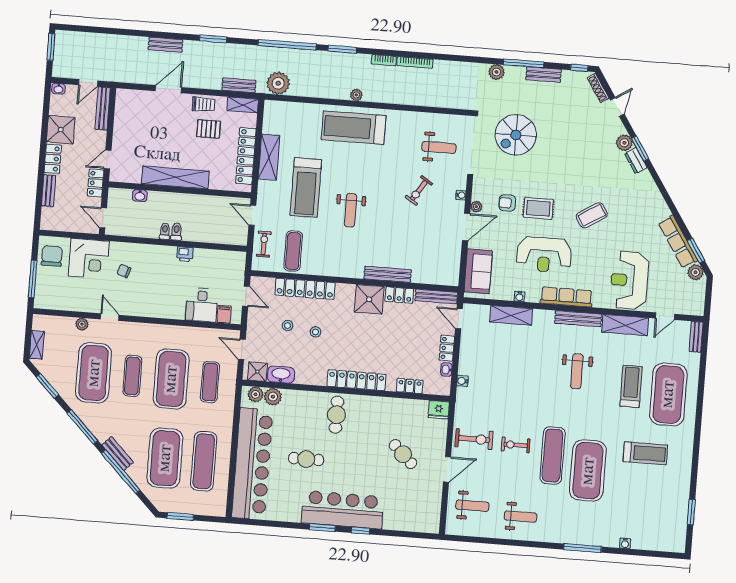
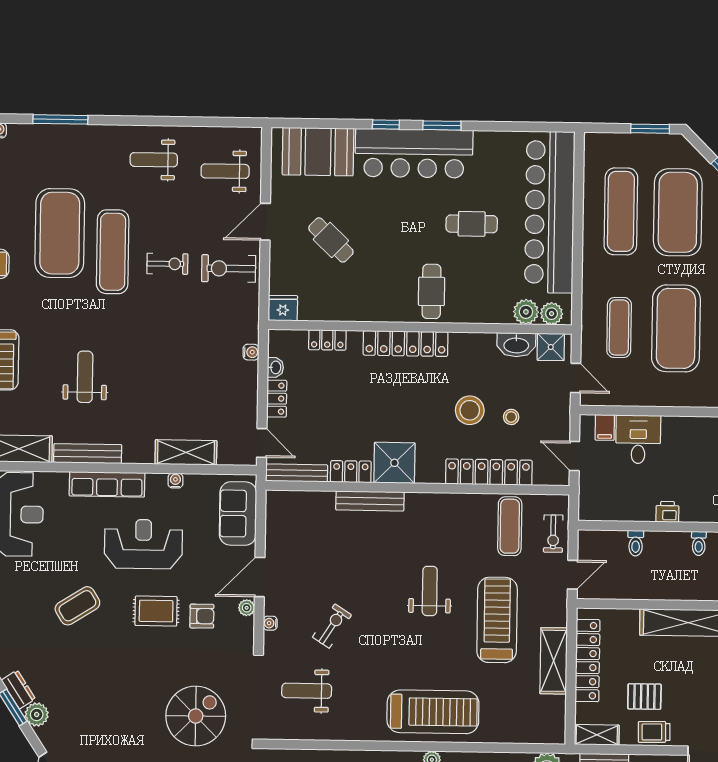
door: (252, 215) -> (573, 575), hinge flipped
toilet: (176, 232) -> (636, 543), moved
stool: (315, 332) -> (470, 410), width x1.89, depth x1.89
booth: (408, 515) -> (318, 152), added

